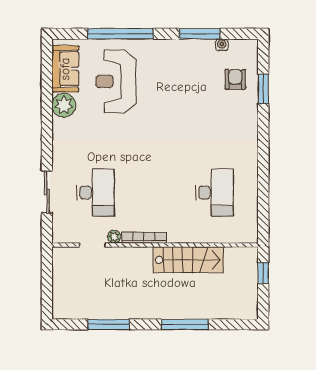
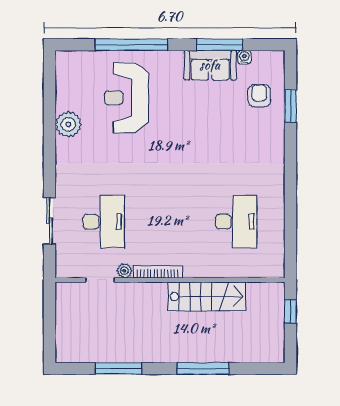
sofa: (65, 69) -> (210, 65), moved, turned 90

